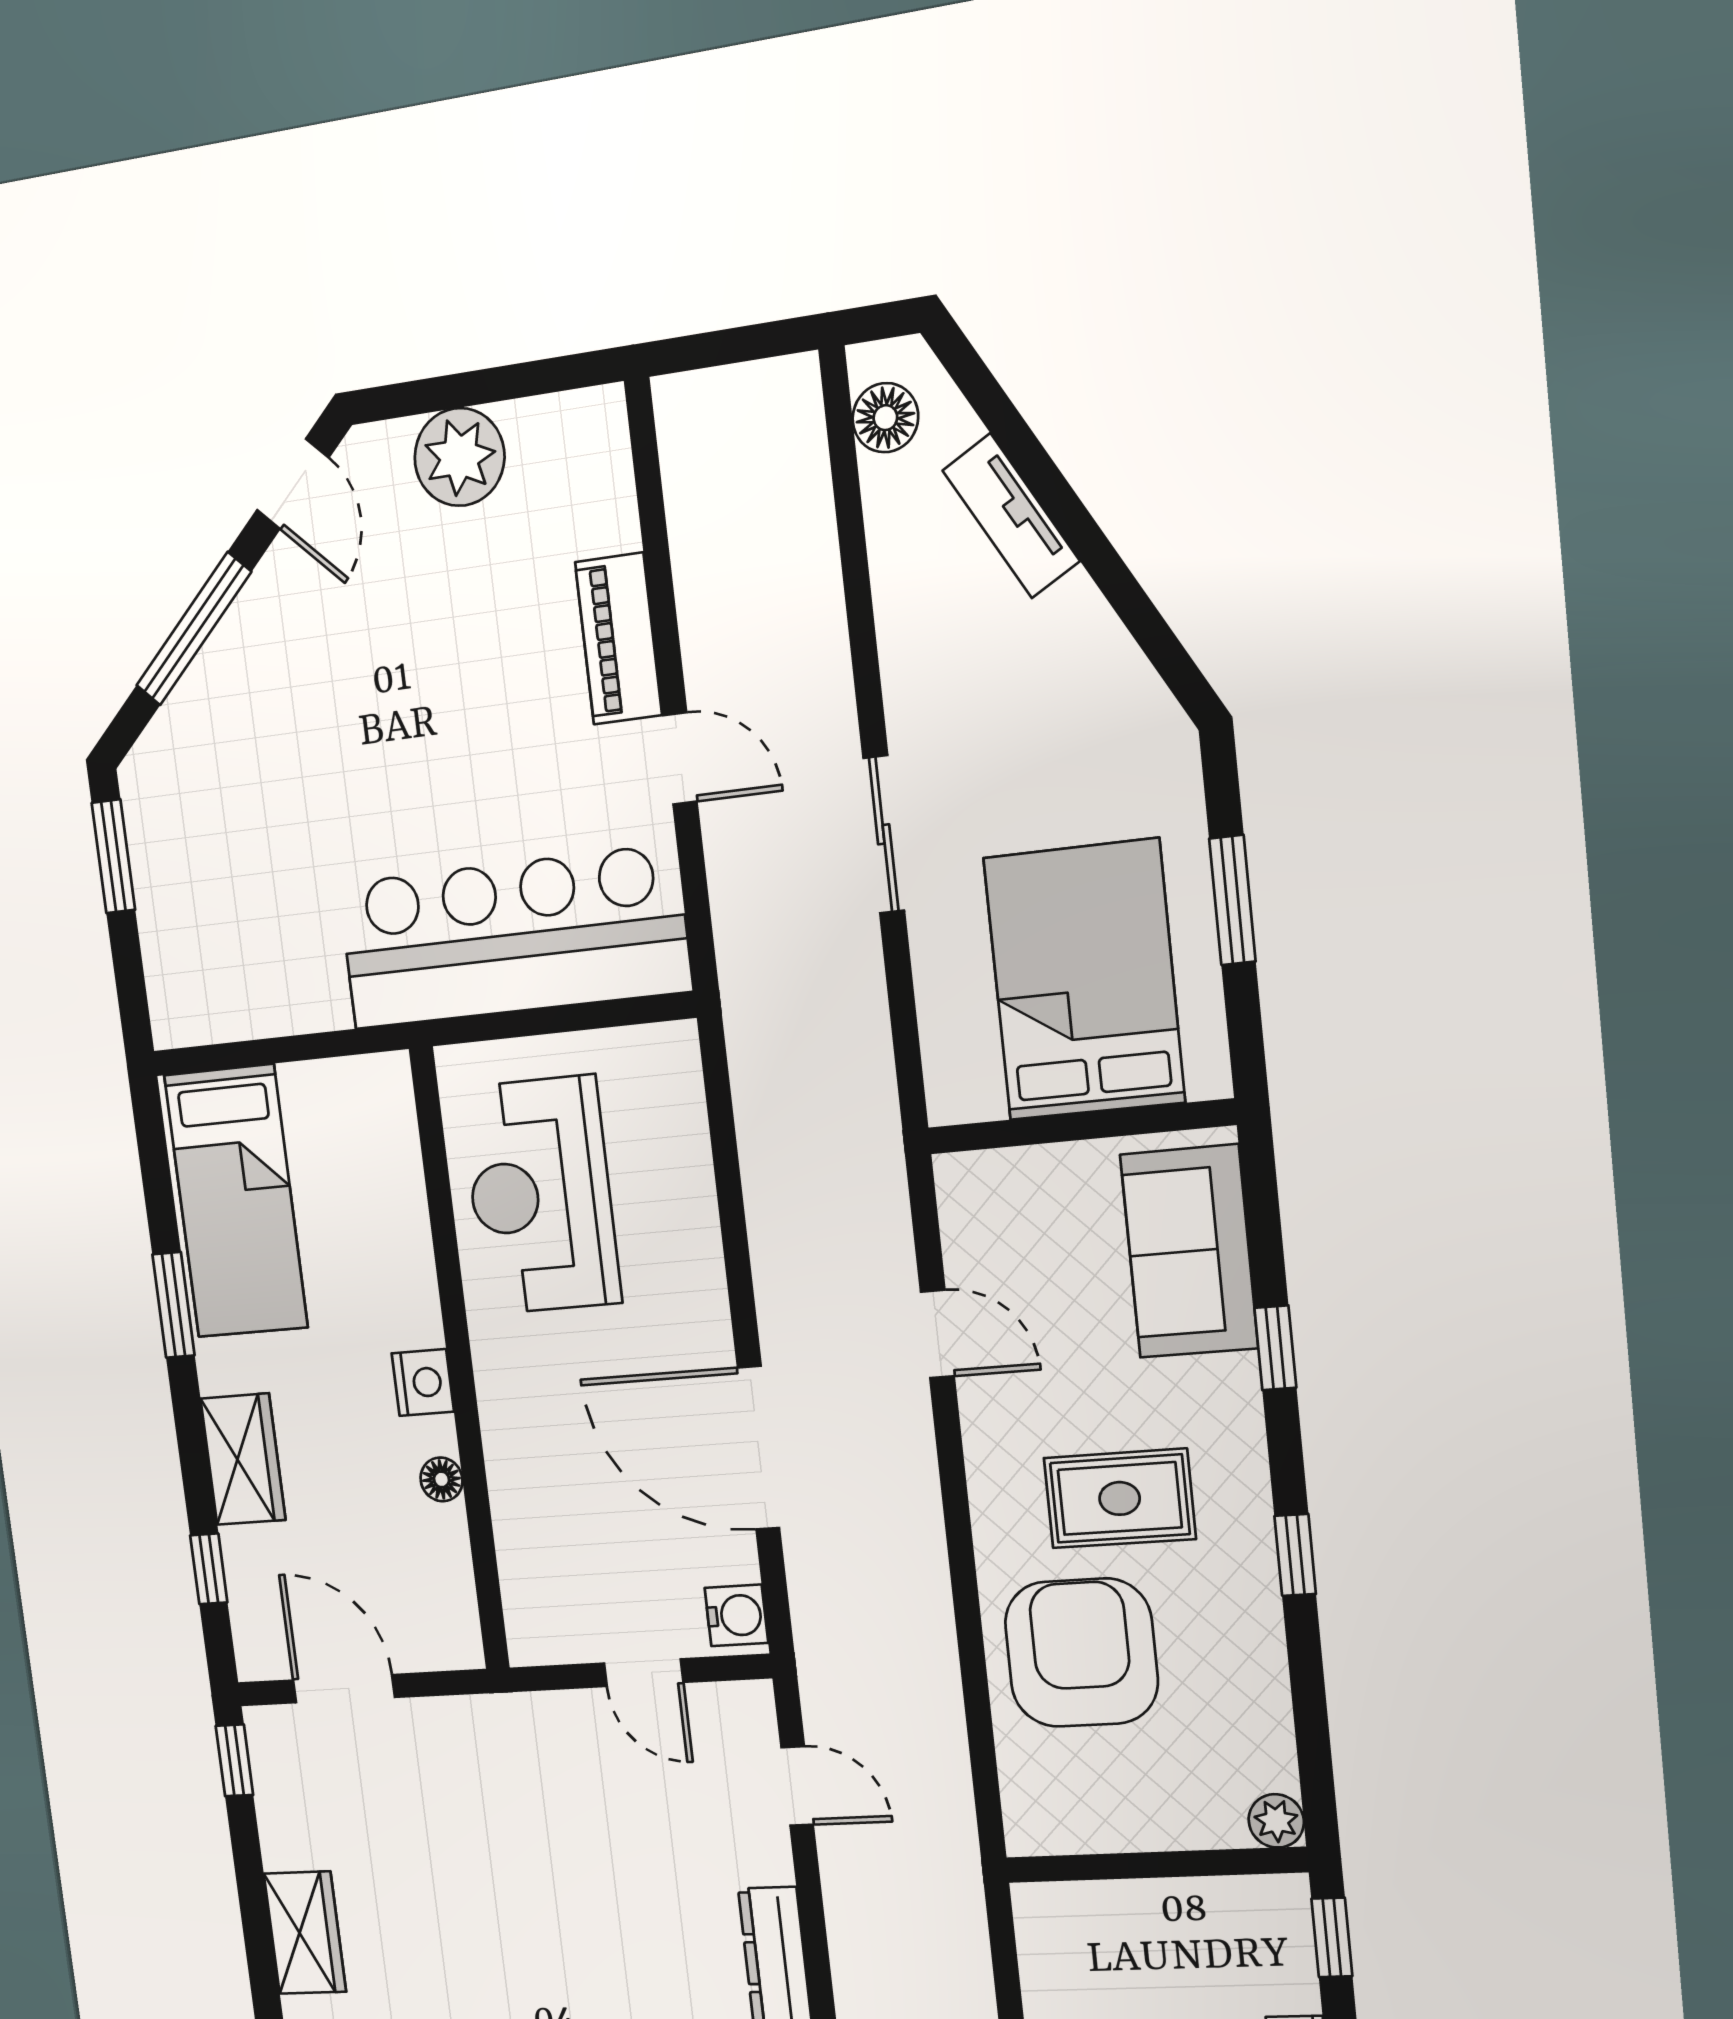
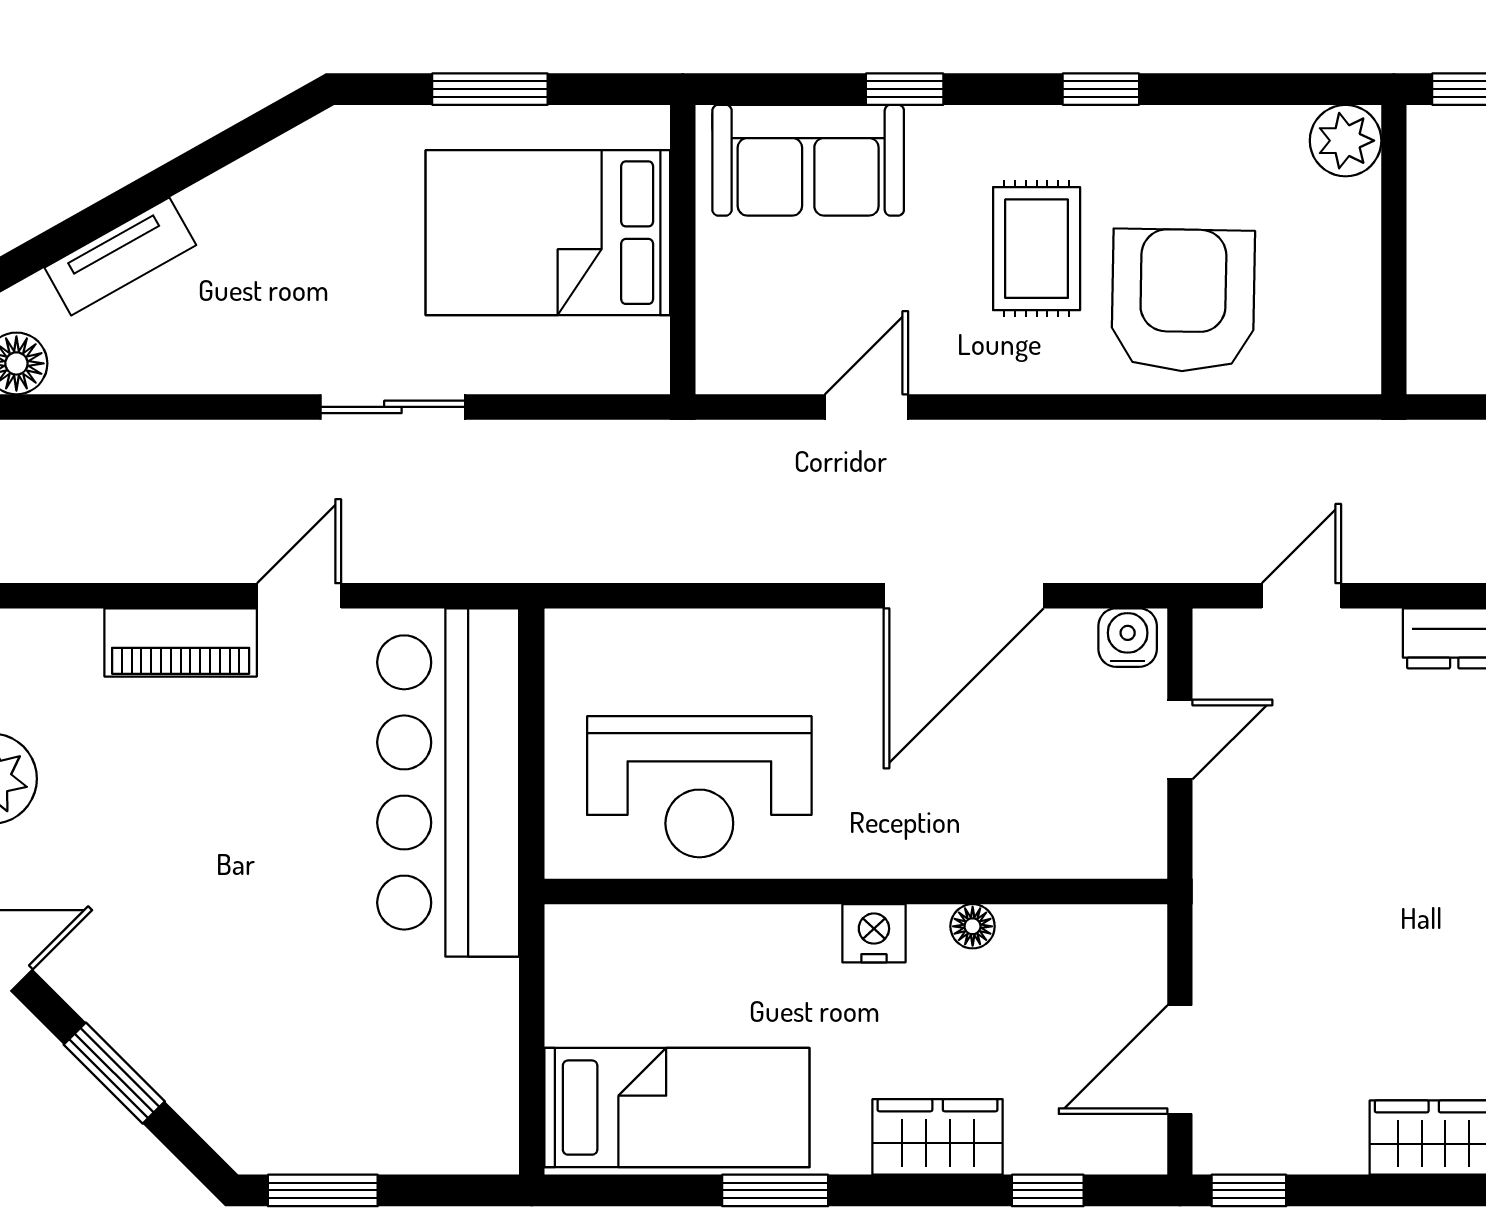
window: (194, 629) -> (114, 1073), width x0.69
armchair: (1081, 1653) -> (1183, 300), turned 91
plant: (1276, 1821) -> (1346, 141), width x1.38, depth x1.38

